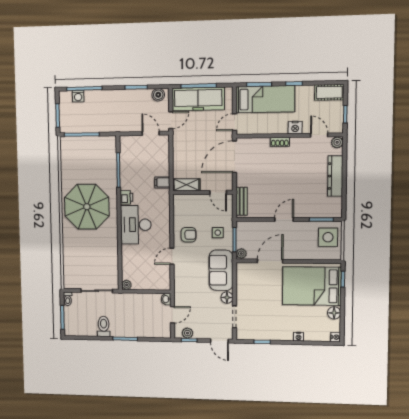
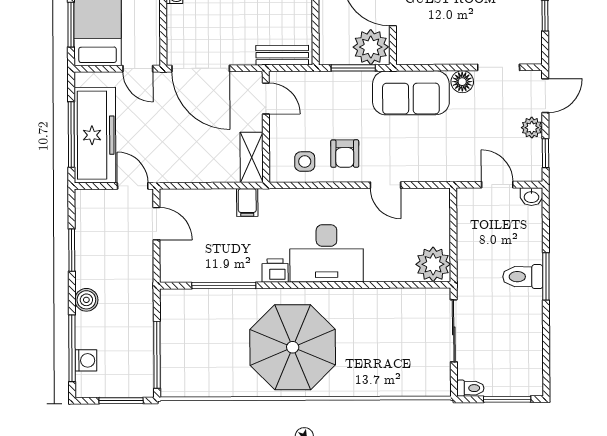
boiler: (158, 95) -> (86, 300), moved
door: (151, 133) -> (156, 224), swing flipped
door: (218, 192) -> (266, 98), hinge flipped
side table: (218, 233) -> (305, 161), moved
armchair: (189, 235) -> (345, 154), turned 180
plant: (241, 254) -> (371, 47), width x1.88, depth x1.88
plant: (127, 285) -> (433, 264), width x1.88, depth x1.88
washbasin: (166, 299) -> (531, 197), moved
toilet: (104, 326) -> (523, 277), moved
plant: (187, 333) -> (532, 128), moved

